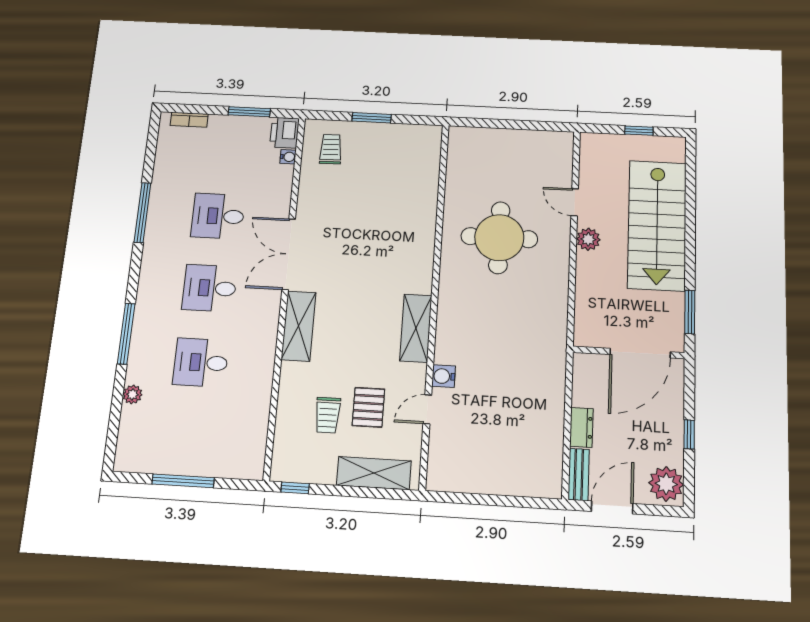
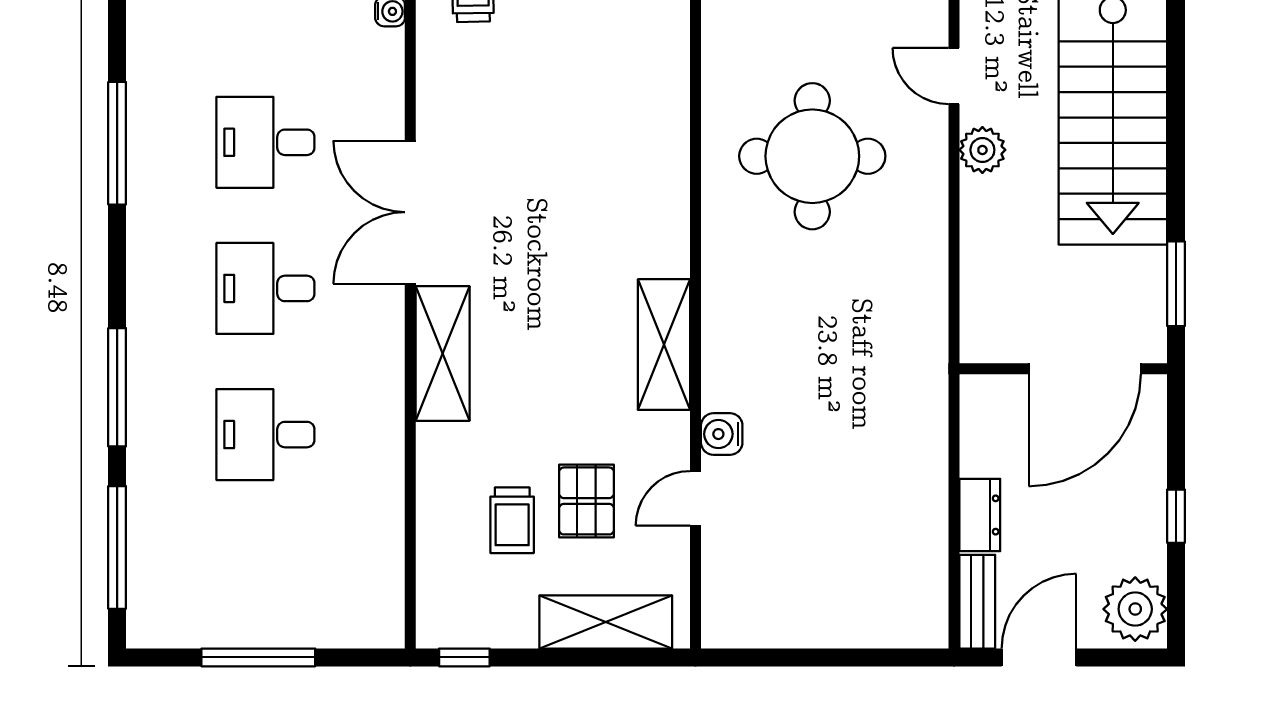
plant: (132, 394) -> (144, 503), removed
window: (115, 417) -> (117, 547), added

